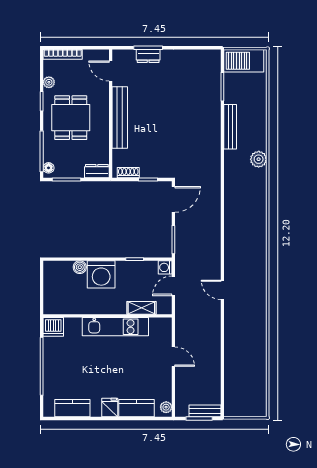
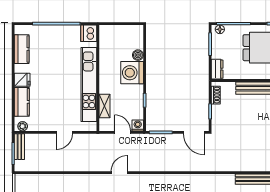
kitchen unit: (115, 327) -> (89, 84), width x1.36
bench: (205, 411) -> (19, 147), moved

